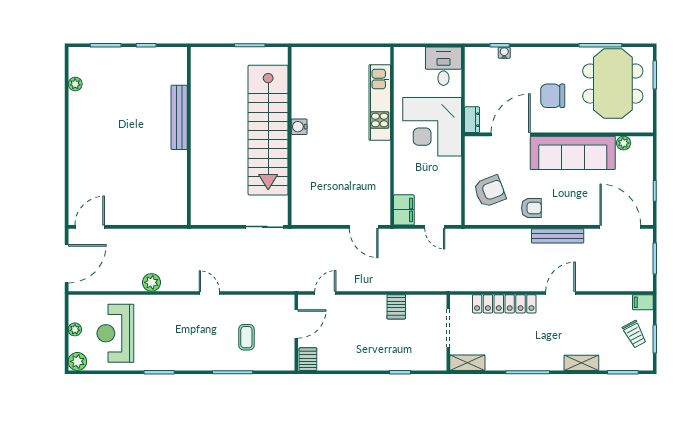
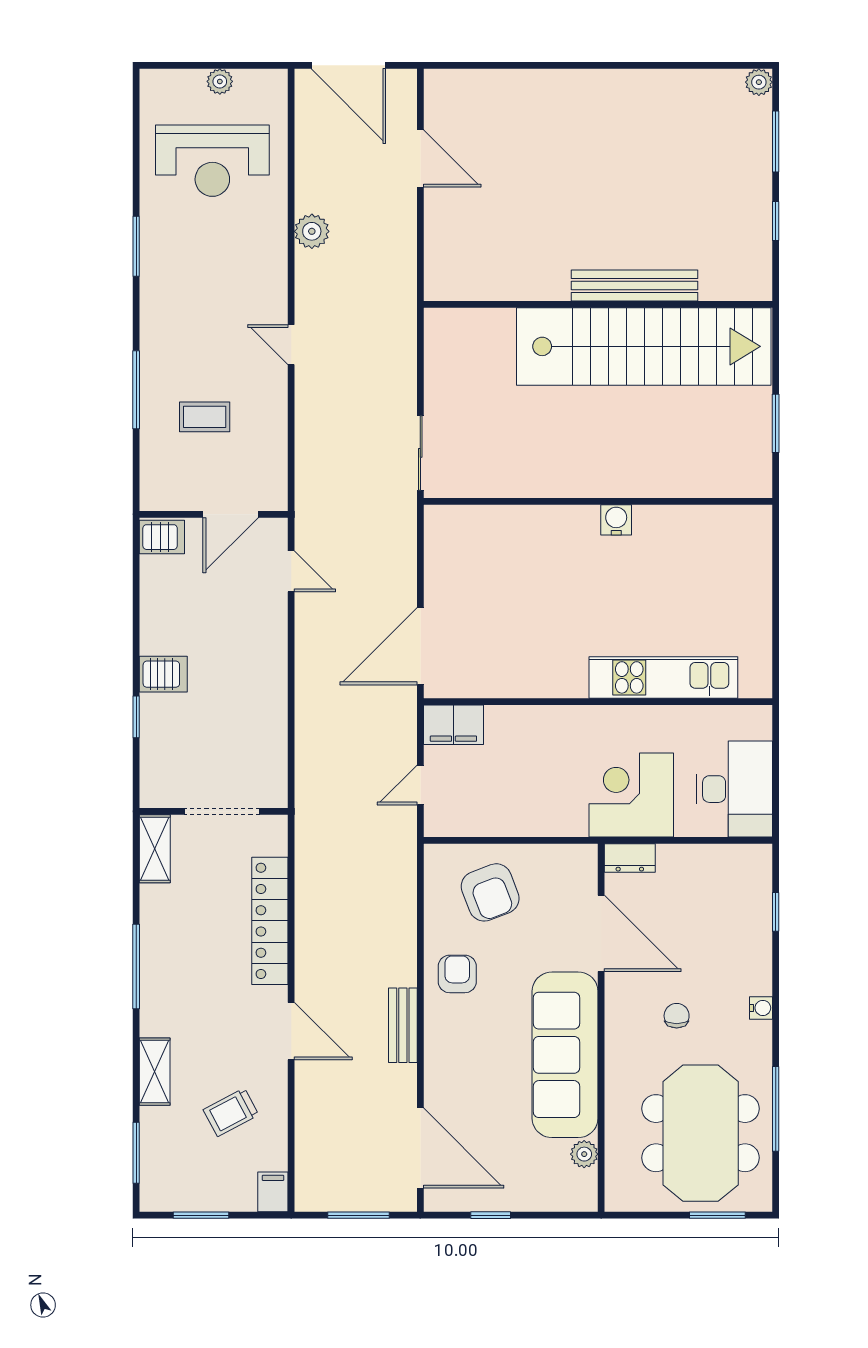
water cooler: (504, 53) -> (761, 1008), moved
desk: (443, 66) -> (734, 789), width x1.37
plant: (75, 84) -> (759, 82), moved
meeting table: (613, 84) -> (701, 1133), turned 90
chair: (553, 96) -> (677, 1016), width x0.54, depth x0.54
corner desk: (432, 127) -> (631, 795), width x0.74, depth x0.74
stairs: (268, 130) -> (644, 346), moved, turned 180
armchair: (531, 208) -> (457, 974), turned 180
door: (90, 227) -> (420, 158), moved
door: (364, 227) -> (420, 646), width x1.36
door: (620, 227) -> (420, 1148), hinge flipped
bench: (558, 236) -> (403, 1025), width x0.73
door: (209, 293) -> (291, 345), swing flipped
server rack: (396, 307) -> (163, 674), moved, turned 180
door: (296, 324) -> (231, 514), hinge flipped
reception desk: (115, 333) -> (212, 161), turned 180
trolley: (634, 334) -> (231, 1112), moved
plant: (77, 361) -> (157, 86), removed

